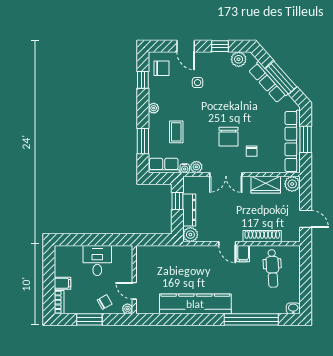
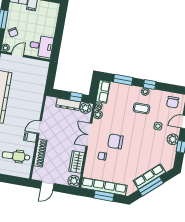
plant: (239, 59) -> (173, 139), moved
window: (143, 80) -> (150, 84), moved
coffee table: (176, 132) -> (141, 108), moved
plant: (190, 235) -> (86, 108), moved
desk: (97, 261) -> (41, 46), moved

